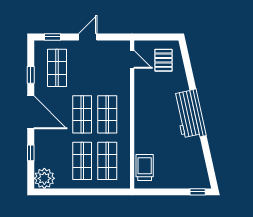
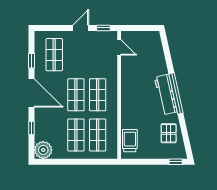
window: (52, 37) -> (103, 28), moved
pallet: (163, 60) -> (169, 133), moved

